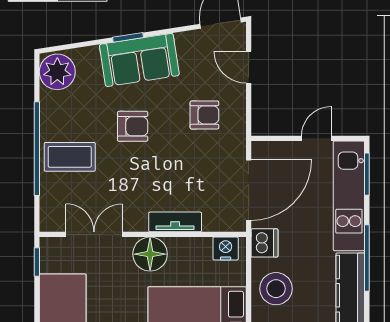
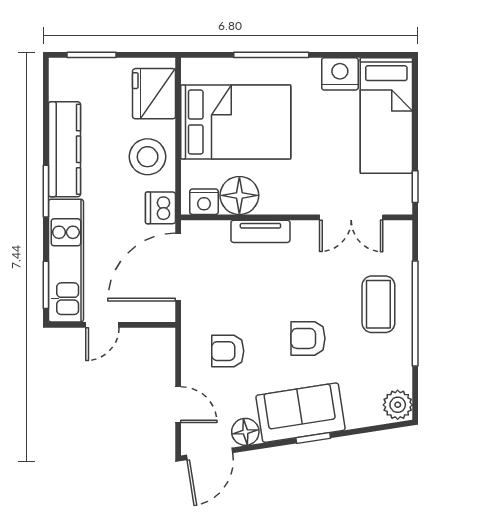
floor lamp: (189, 43) -> (245, 432), added
plant: (57, 72) -> (398, 405), width x0.73, depth x0.73
coffee table: (70, 157) -> (378, 304), turned 90
floor lamp: (150, 254) -> (239, 195), moved
window: (367, 258) -> (46, 191), width x0.69

